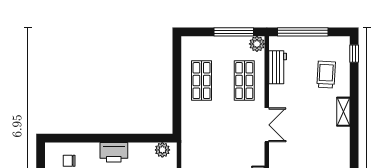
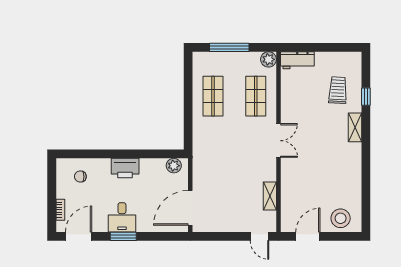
window: (234, 32) -> (229, 47), moved
window: (303, 32) -> (314, 47), removed
window: (354, 54) -> (366, 97), moved
workbench: (278, 67) -> (297, 60), moved, turned 90

